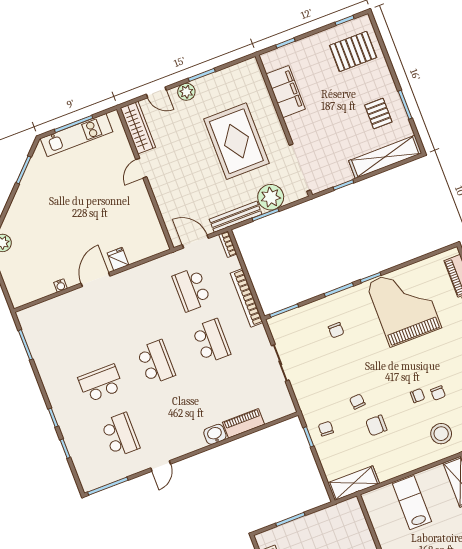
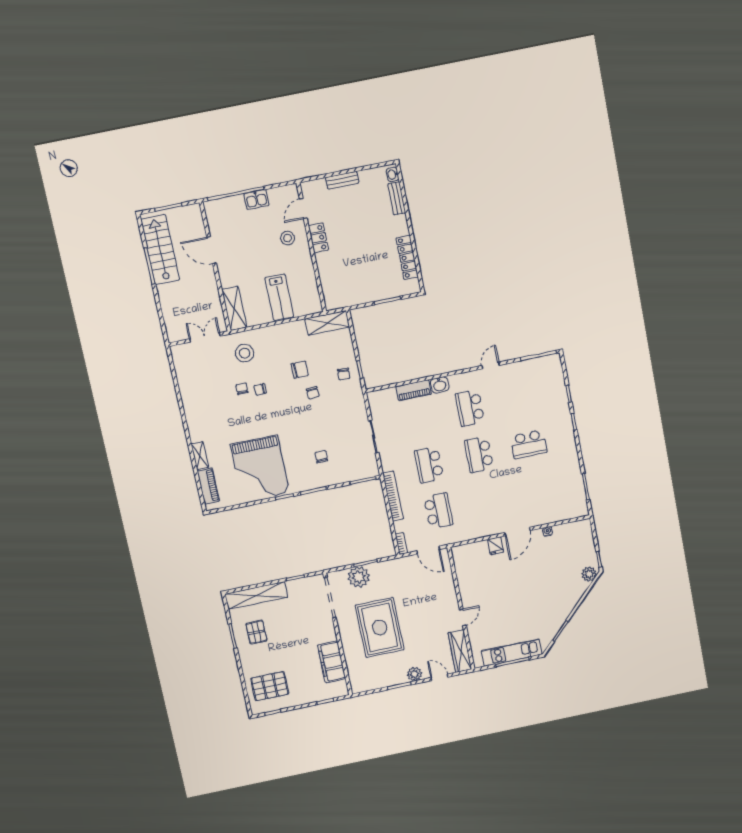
bench: (236, 217) -> (391, 565), removed
school desk: (120, 435) -> (470, 408), moved

